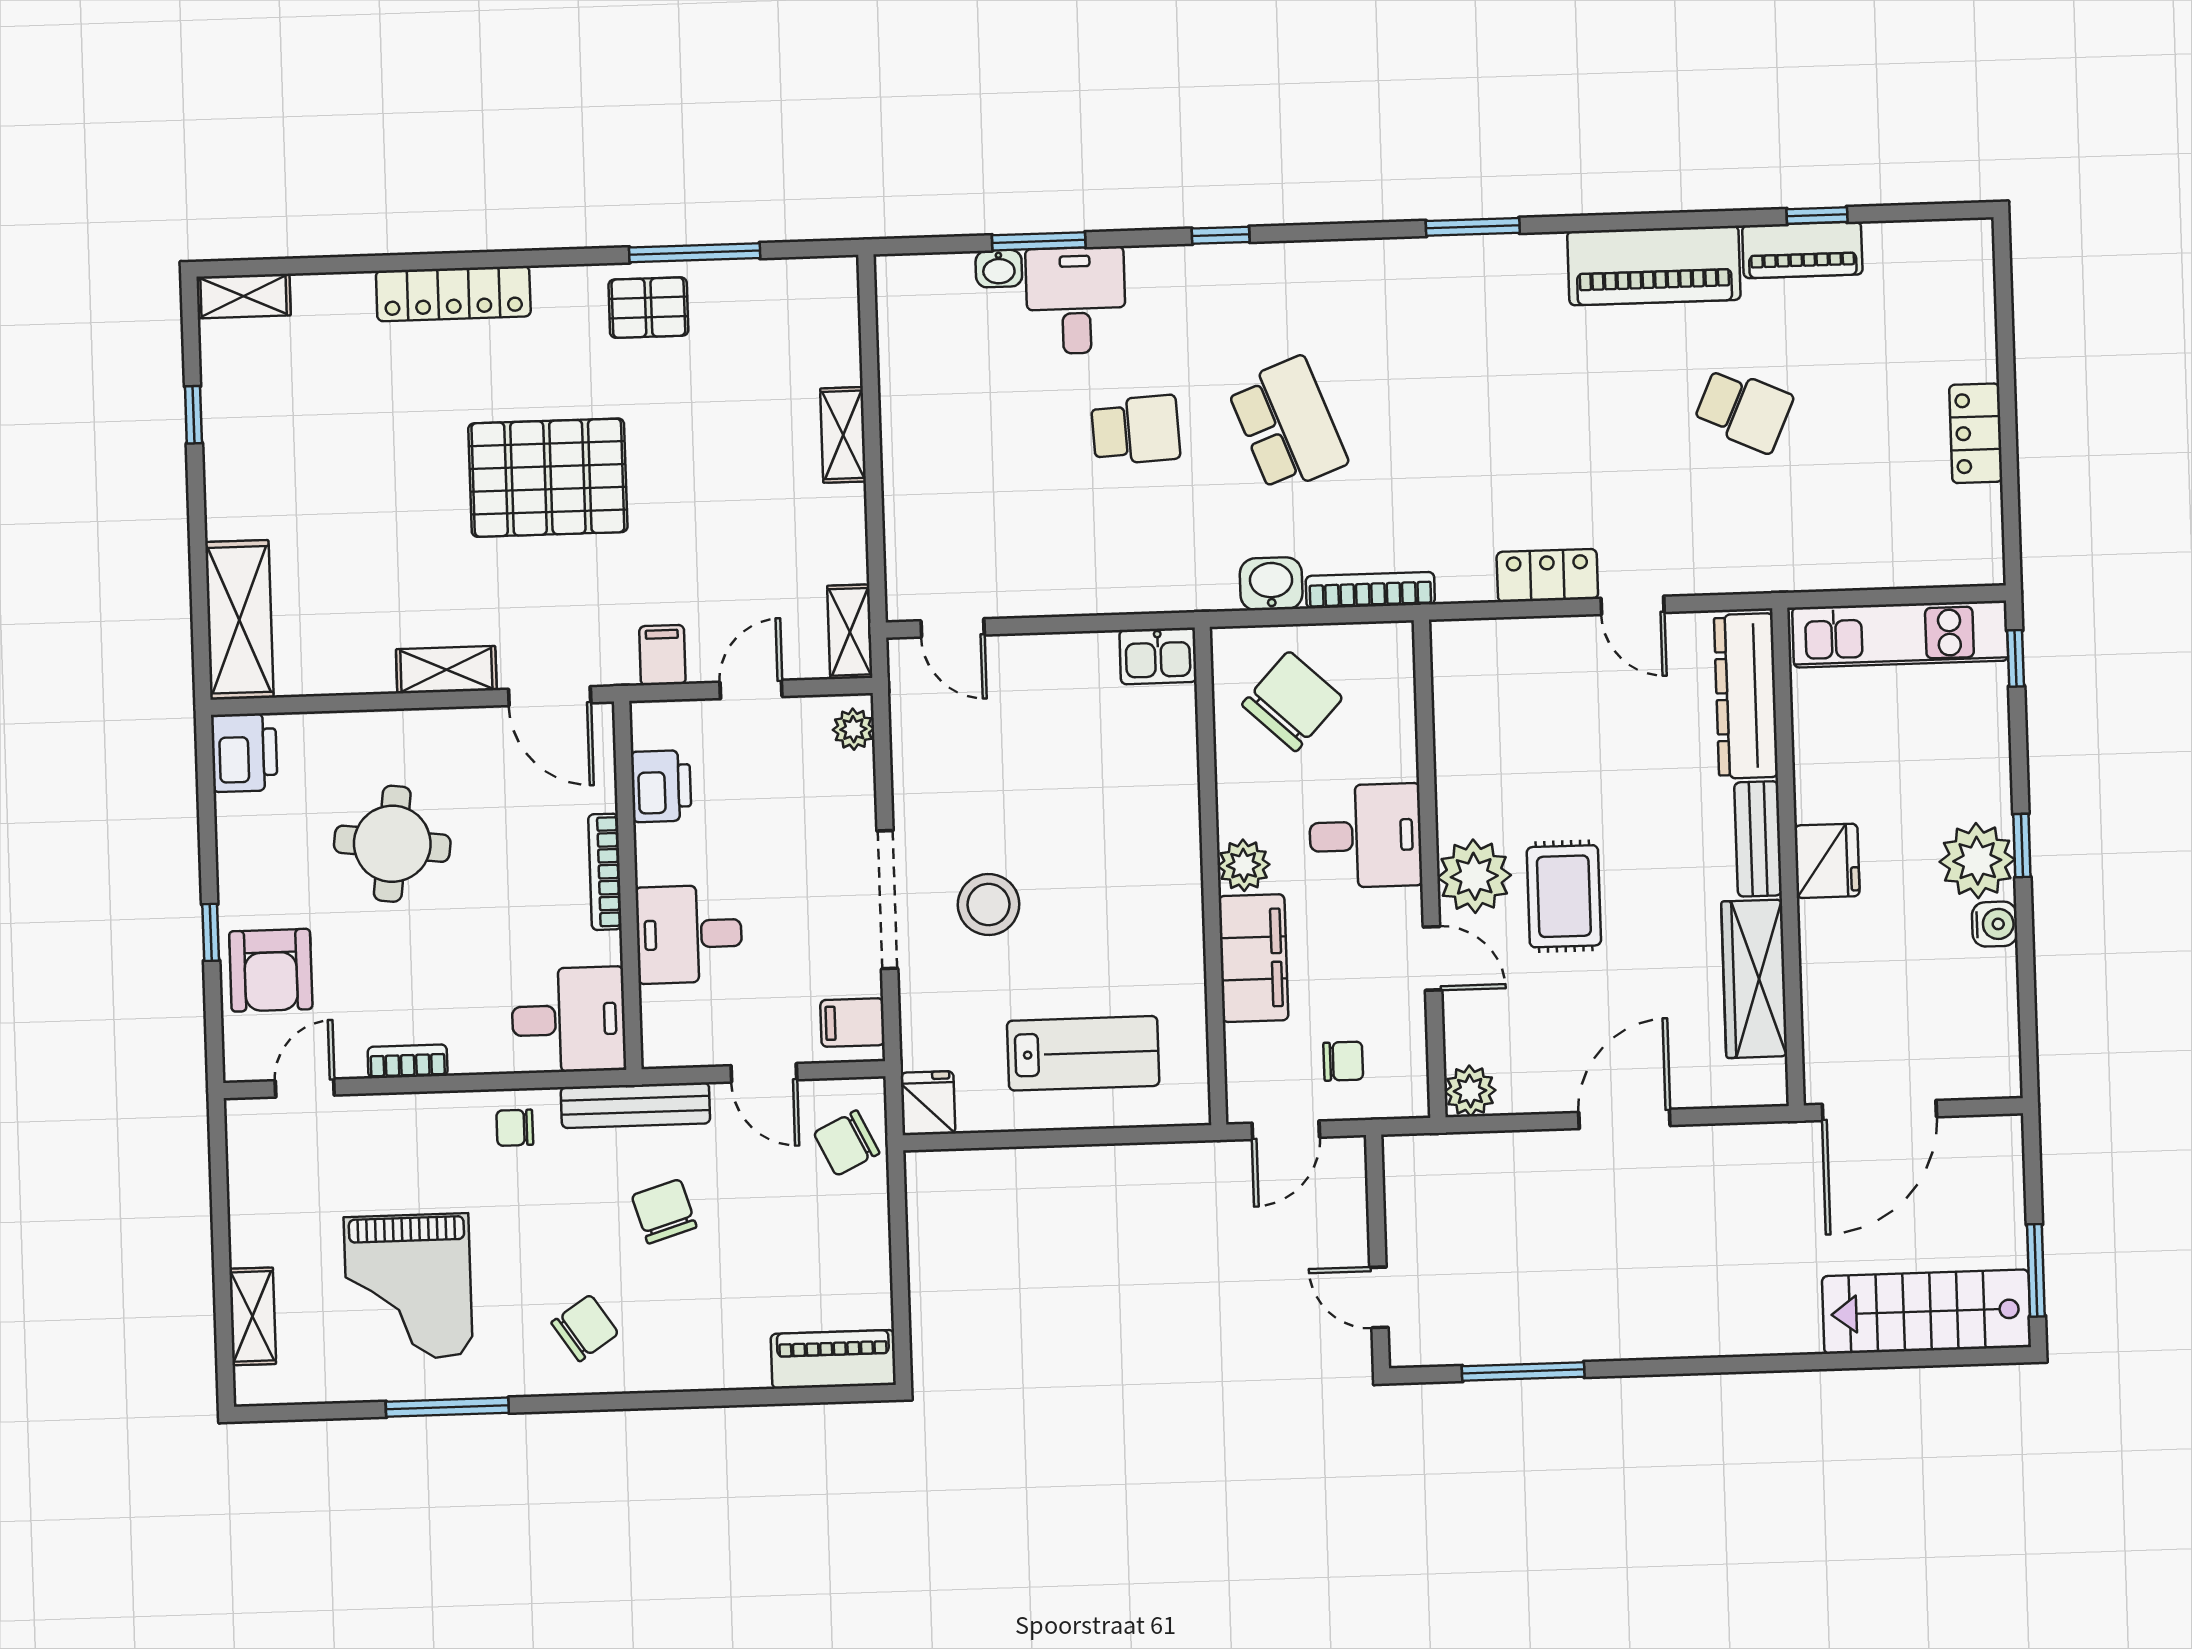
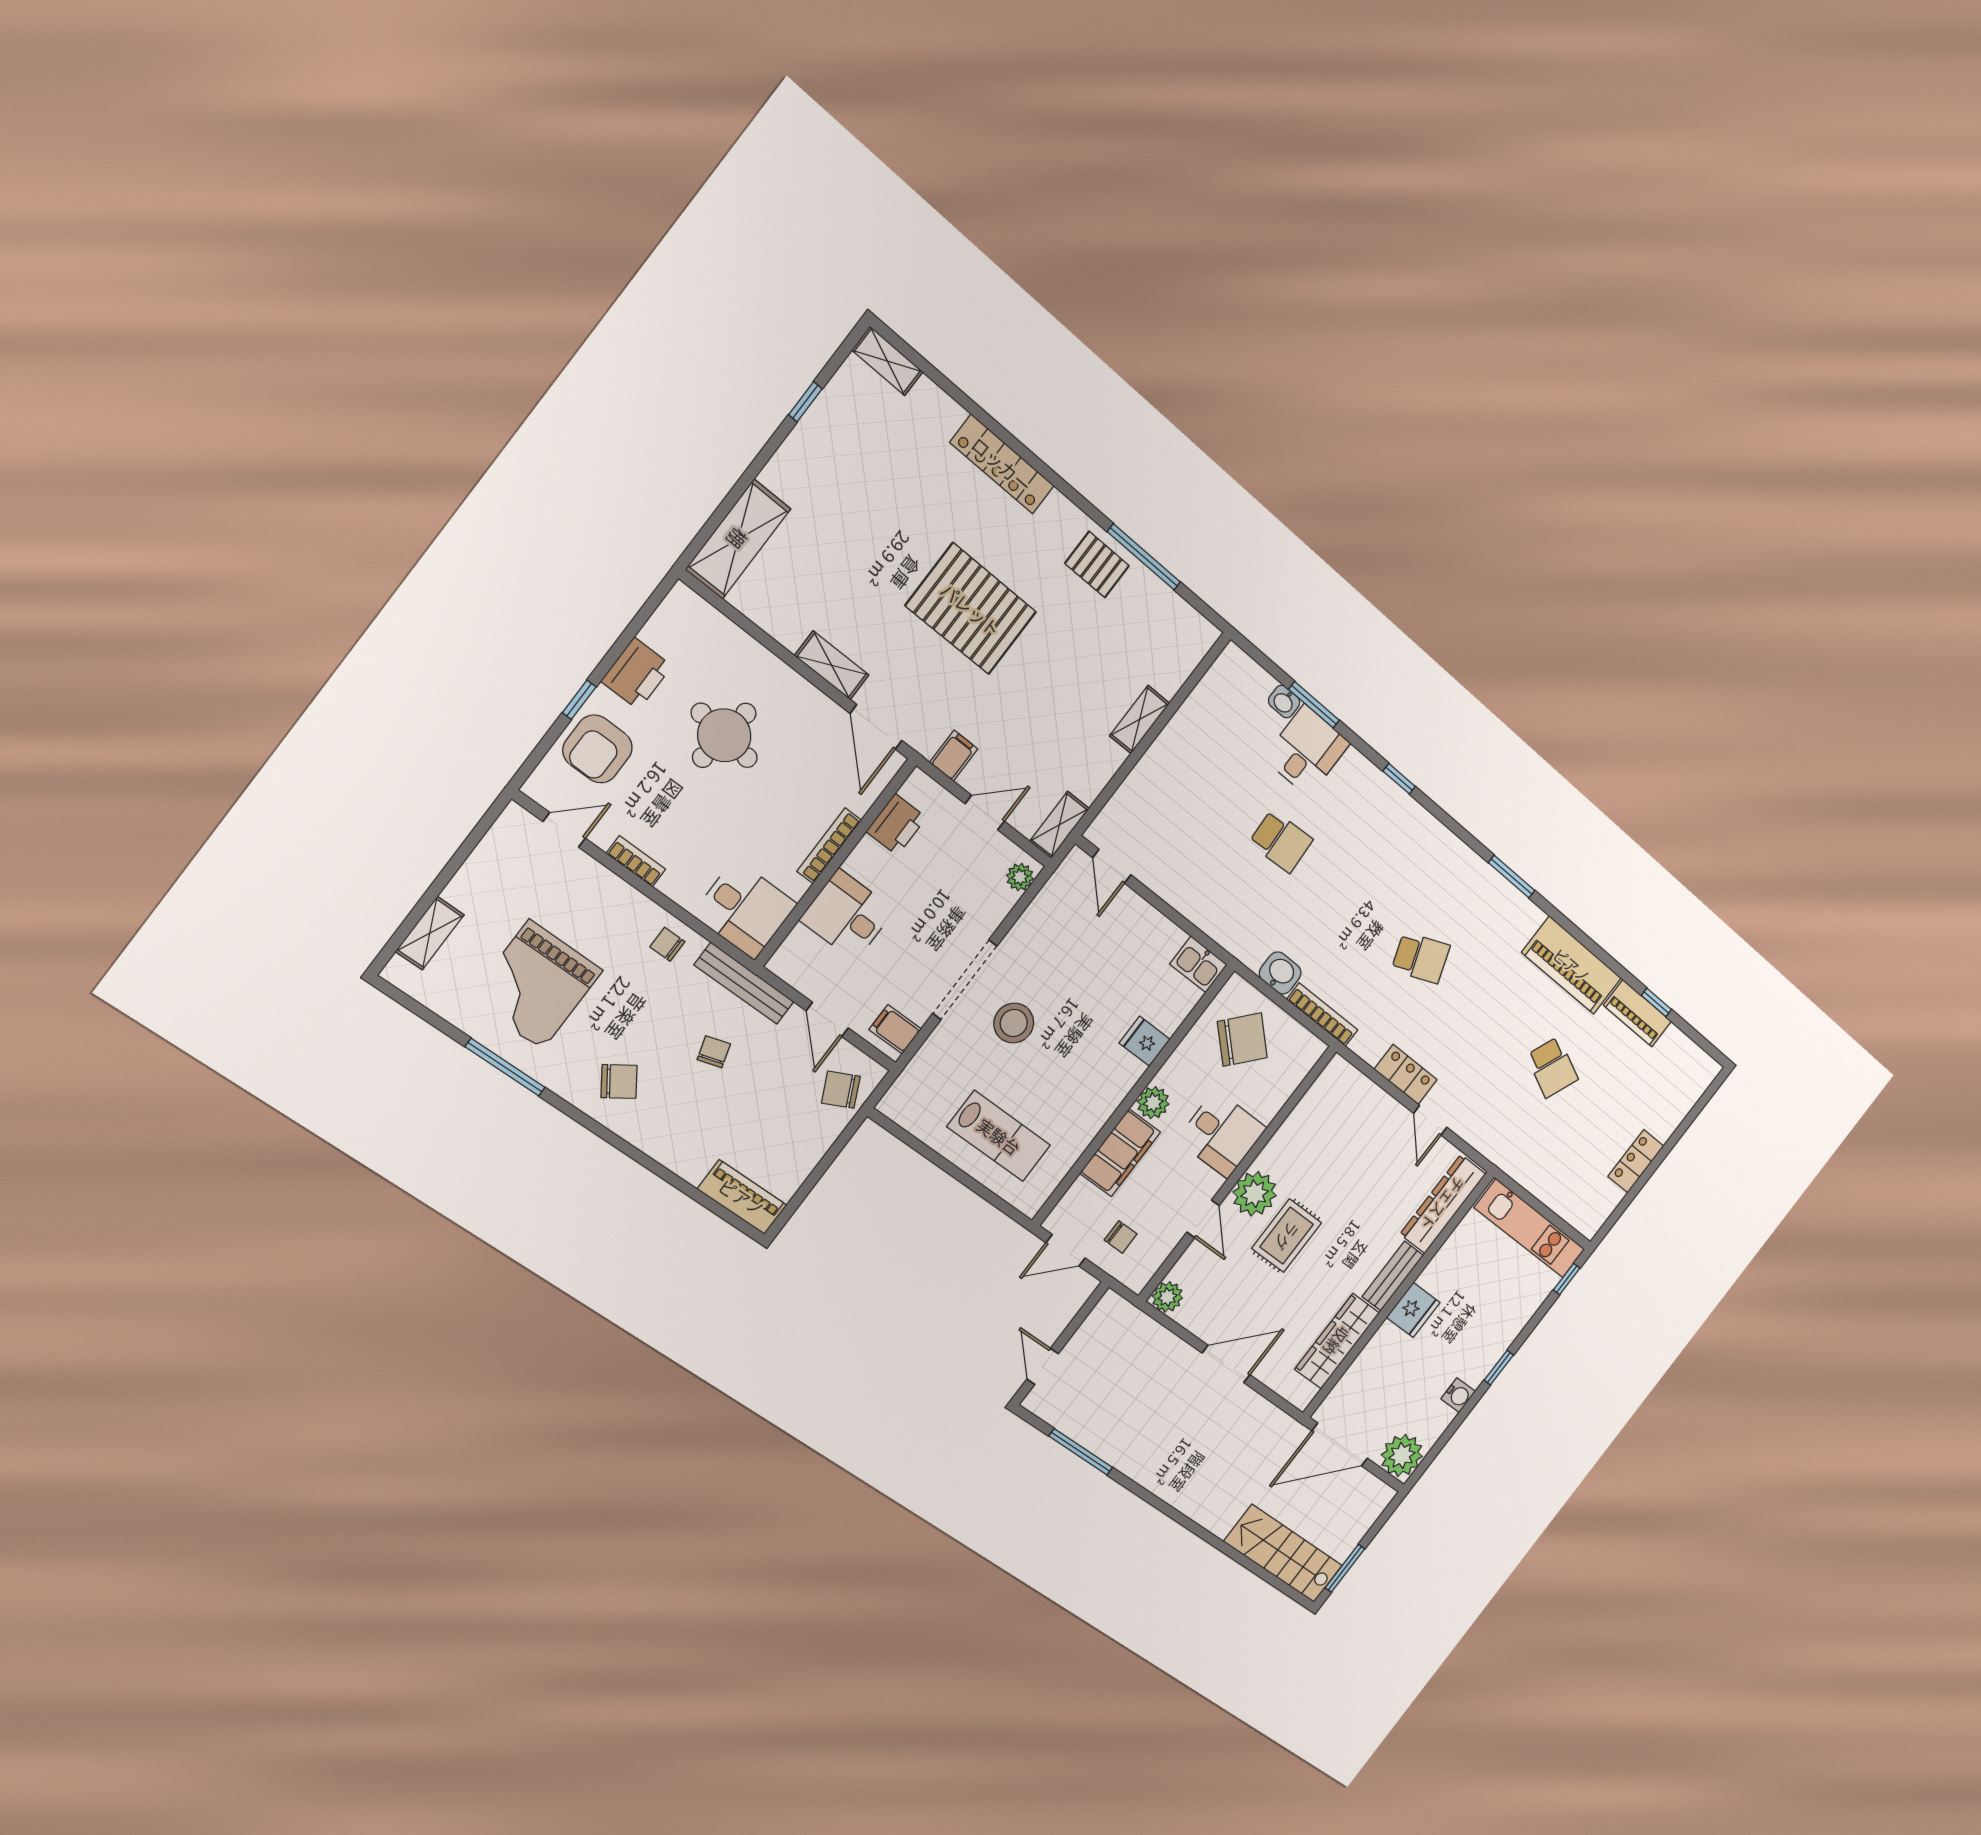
school desk: (1288, 425) -> (1421, 958), moved, width x0.54
printer: (244, 753) -> (637, 674), moved
plant: (1977, 861) -> (1402, 1455), moved
fridge: (928, 1103) -> (1145, 1041), moved, turned -90
chair: (664, 1211) -> (714, 1052), width x0.73, depth x0.73

